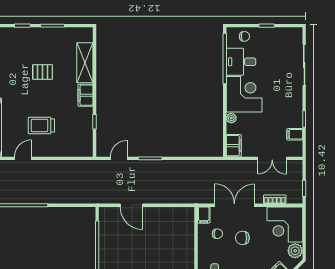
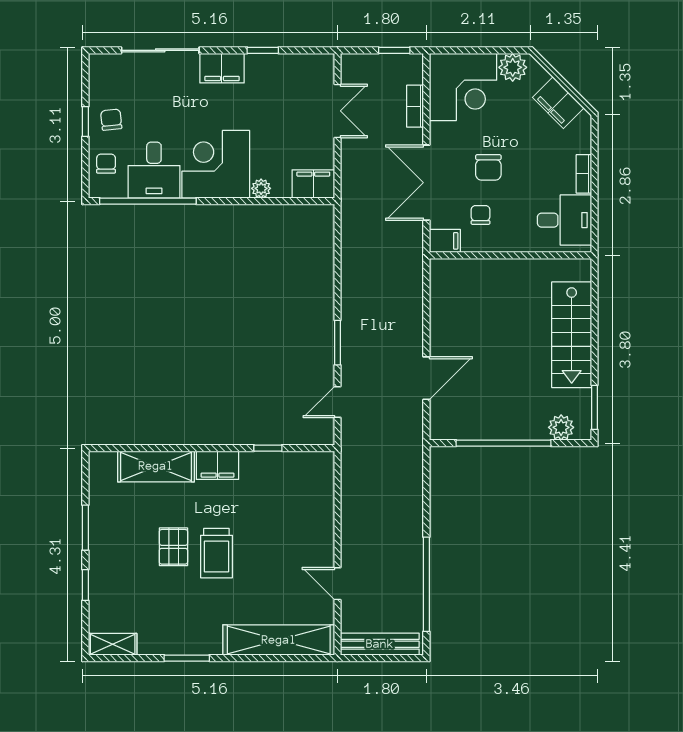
chair: (268, 39) -> (111, 120), added
trolley: (41, 126) -> (216, 553), moved
filing cabinet: (295, 134) -> (222, 68), moved, width x2.00
door: (119, 158) -> (337, 402), hinge flipped

